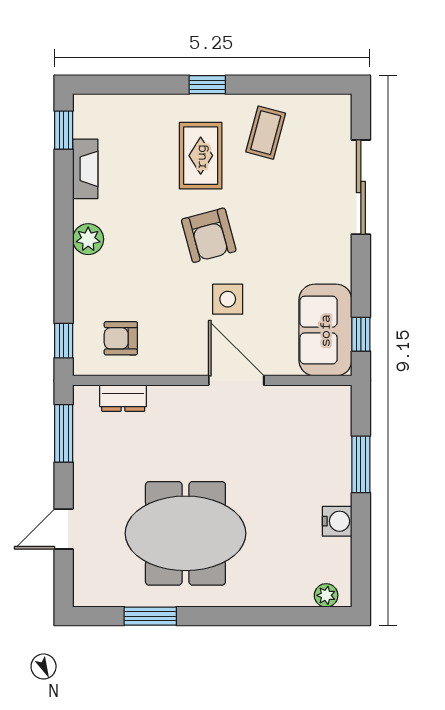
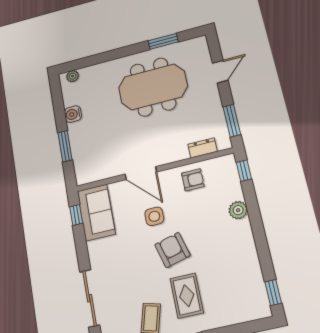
fireplace: (85, 169) -> (254, 272), removed
plant: (88, 239) -> (238, 210), moved
armchair: (121, 338) -> (193, 180), moved

